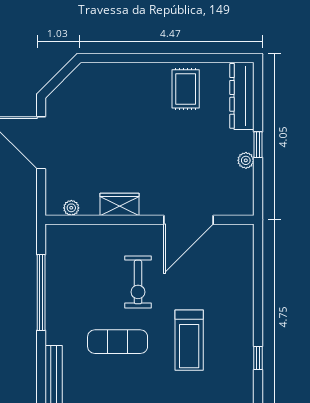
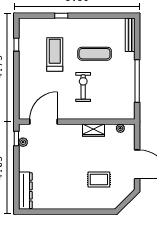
rug: (186, 89) -> (99, 179), moved, turned 90
window: (258, 145) -> (16, 139), moved
plant: (246, 160) -> (23, 142), moved
door: (188, 220) -> (44, 122), moved

